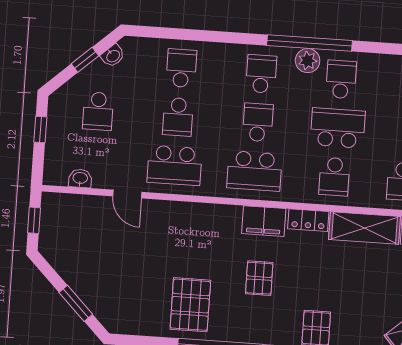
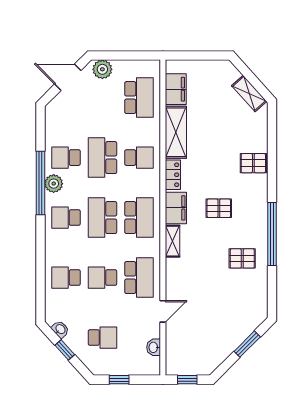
school desk: (178, 117) -> (102, 278), turned 180
school desk: (258, 122) -> (102, 218), width x1.85
shelving: (220, 214) -> (173, 241), added
pallet: (190, 305) -> (242, 258), width x0.67, depth x0.71

